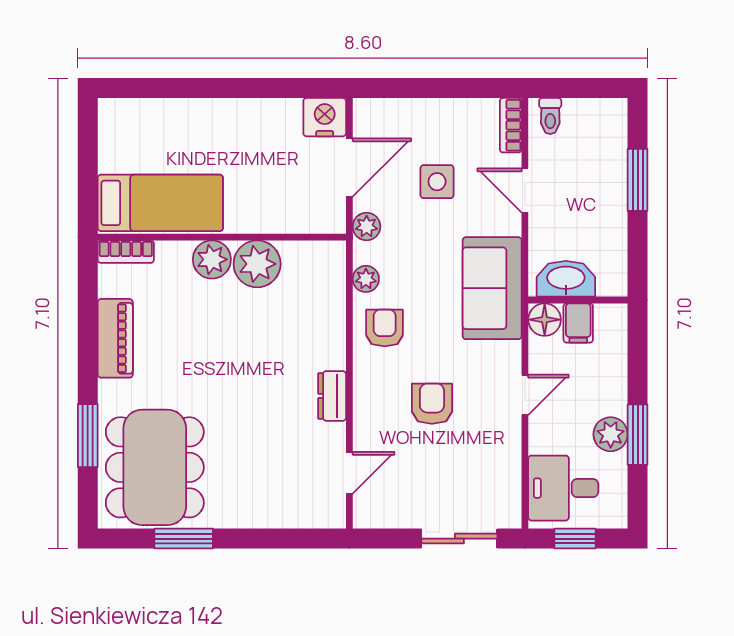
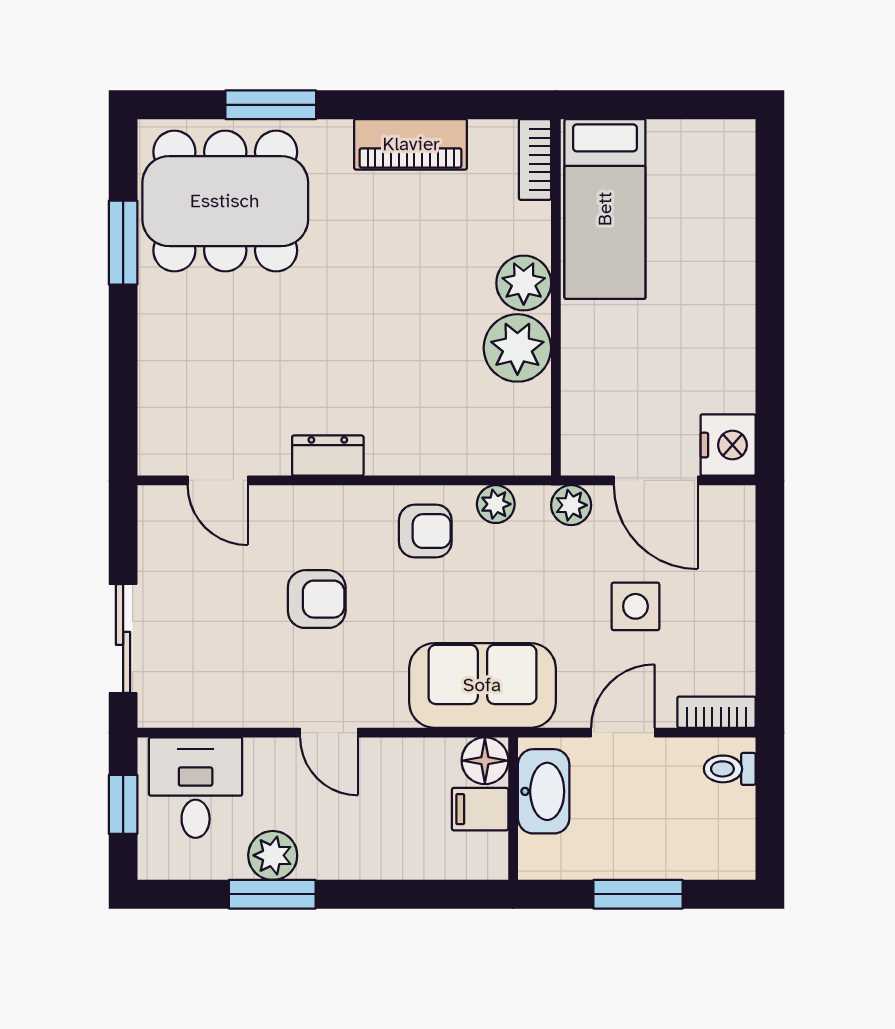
washbasin: (566, 279) -> (544, 791), moved
wall: (578, 300) -> (513, 809), moved
floor lamp: (545, 320) -> (485, 761), moved
filing cabinet: (578, 323) -> (480, 809), moved

